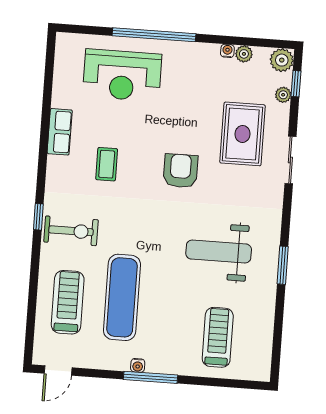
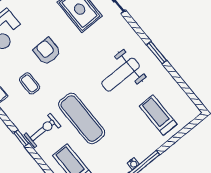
armchair: (181, 171) -> (47, 51), moved
exercise mat: (122, 297) -> (82, 119), moved

